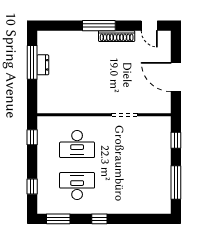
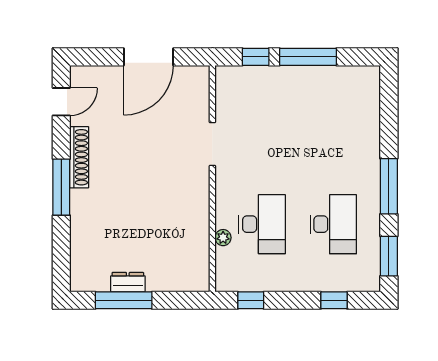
plant: (69, 121) -> (223, 238), added
window: (176, 182) -> (308, 57), moved
desk: (77, 186) -> (333, 224), turned 180
window: (99, 219) -> (389, 186), width x2.17

